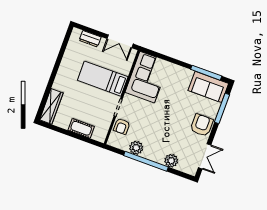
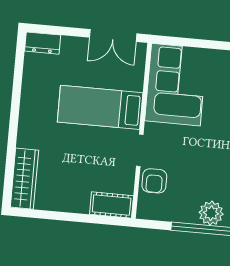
dresser: (90, 39) -> (43, 43), moved
cot: (81, 128) -> (112, 205), moved
plant: (136, 148) -> (211, 213), moved

